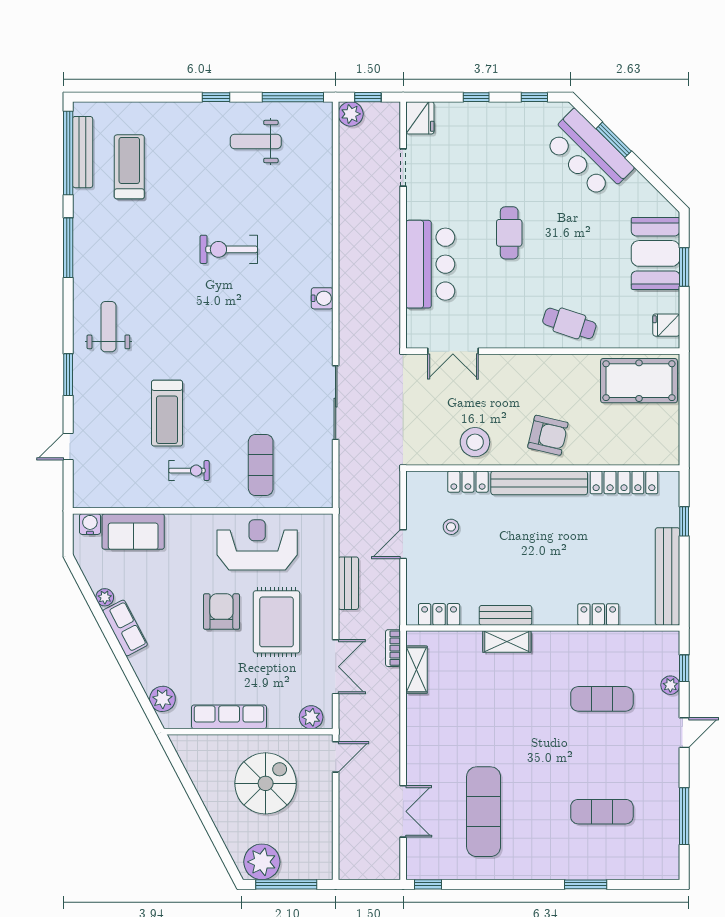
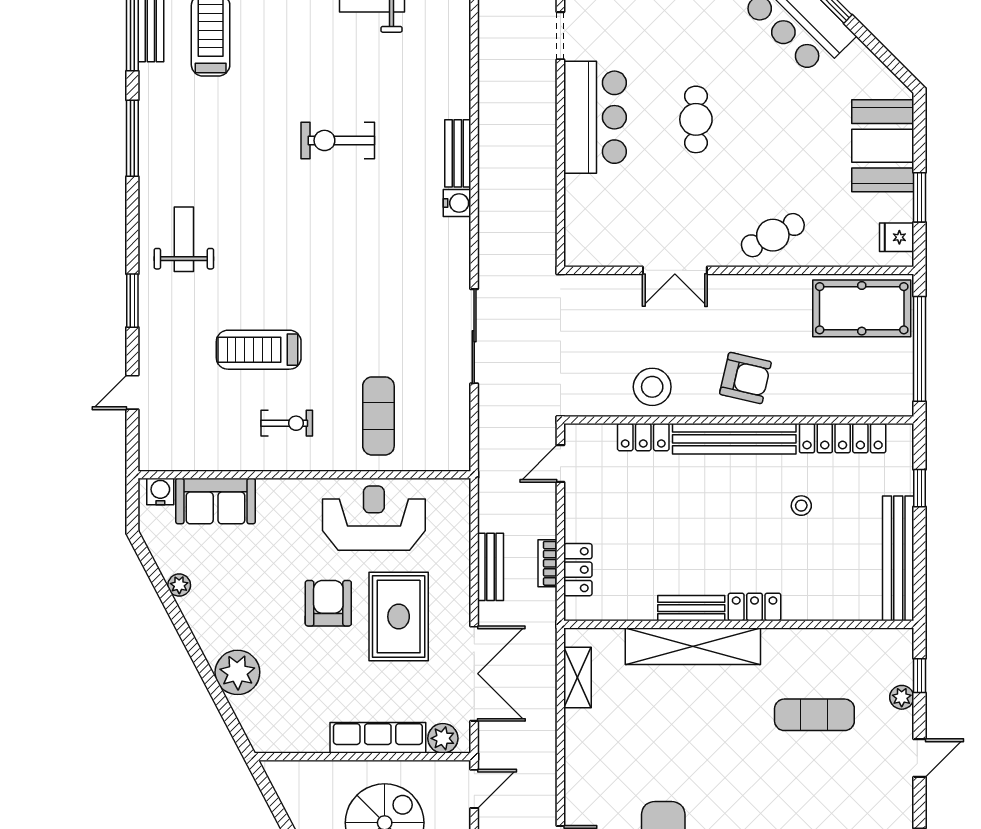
bench: (323, 259) -> (458, 153), added
bar counter: (430, 264) -> (595, 117), moved
window: (684, 267) -> (919, 197), moved
cafe table: (569, 323) -> (773, 235), turned -45
double door: (453, 351) -> (675, 270), moved
window: (684, 412) -> (919, 349), added
treadmill: (167, 413) -> (259, 350), turned 90
stool: (451, 527) -> (801, 506), moved
door: (403, 544) -> (560, 464), moved
locker: (439, 614) -> (578, 570), moved, turned 90
locker: (598, 614) -> (755, 607), moved
row of seats: (125, 628) -> (205, 624), removed
shelving: (507, 642) -> (693, 646), width x2.20, depth x1.33
bookcase: (393, 648) -> (548, 563), moved
double door: (336, 667) -> (474, 674), width x1.37
plant: (162, 699) -> (237, 672), moved, width x1.36, depth x1.36
row of seats: (229, 717) -> (378, 738), moved

